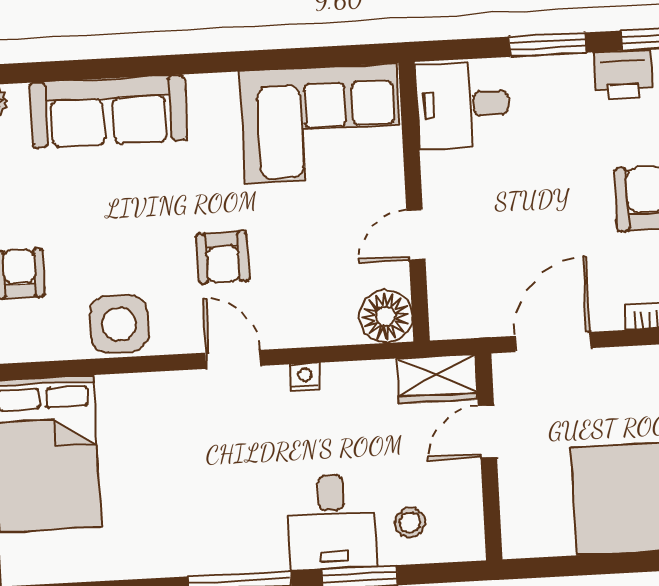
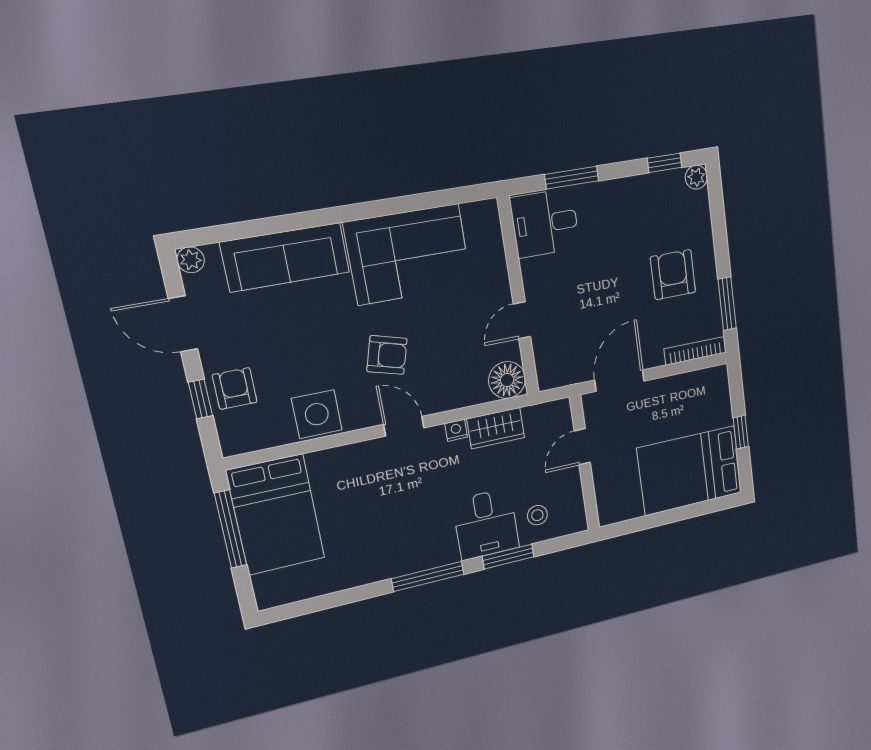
window: (548, 45) -> (572, 178), moved
printer: (623, 74) -> (651, 190), removed
corner sofa: (321, 123) -> (408, 254), moved
armchair: (223, 257) -> (387, 355), turned -74
wardrobe: (437, 379) -> (496, 428), moved

